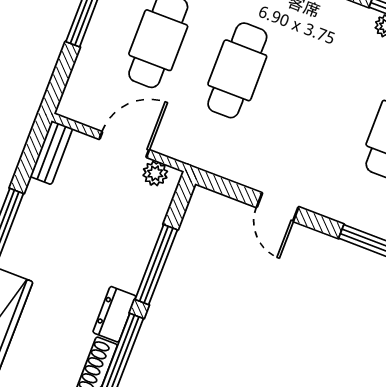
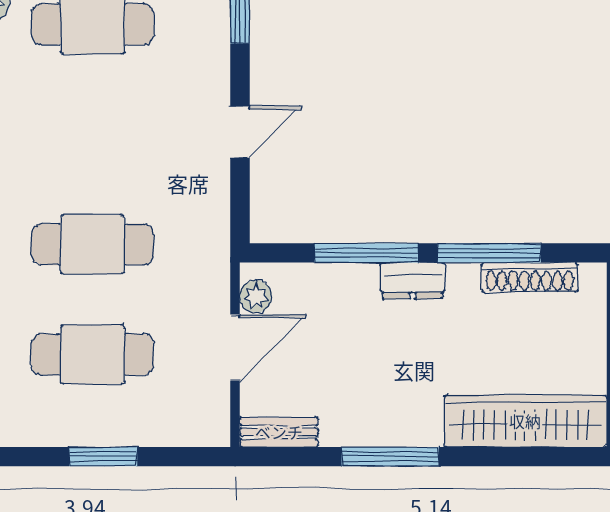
door: (124, 144) -> (235, 348), swing flipped
dresser: (114, 314) -> (413, 281), moved

